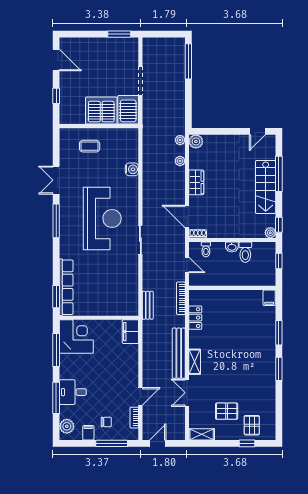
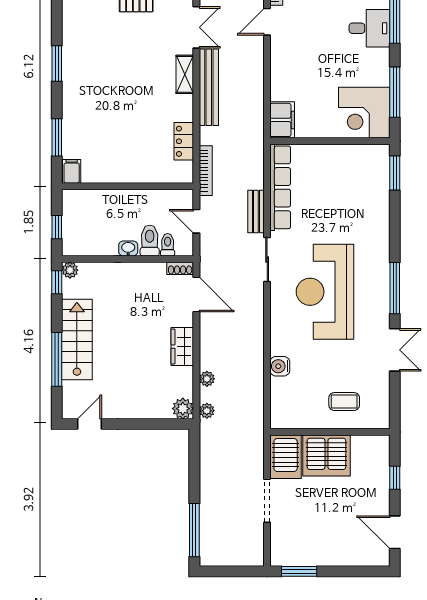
toilet: (245, 252) -> (150, 241), moved
row of seats: (66, 287) -> (280, 187), moved, turned 180
bench: (148, 305) -> (256, 211), moved
window: (279, 333) -> (57, 137), moved

